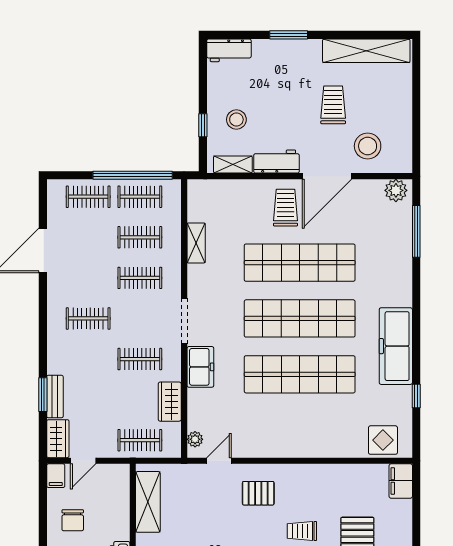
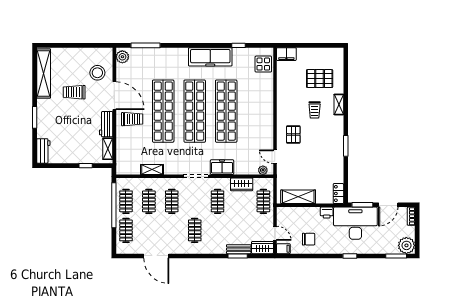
stool: (236, 120) -> (82, 147), removed
trolley: (285, 208) -> (132, 119), turned 180

